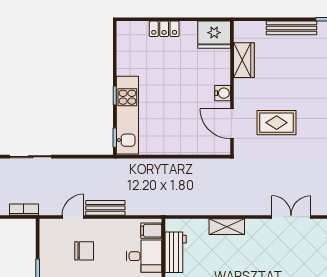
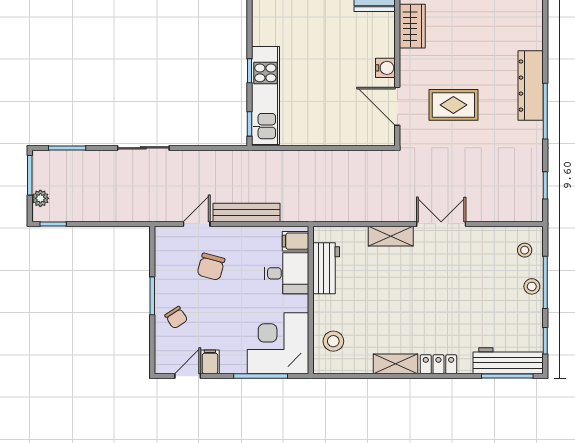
bench: (105, 208) -> (246, 212), width x1.36
bookcase: (24, 210) -> (135, 215), removed
double door: (291, 217) -> (441, 224), moved
chair: (84, 251) -> (211, 267), turned 105

